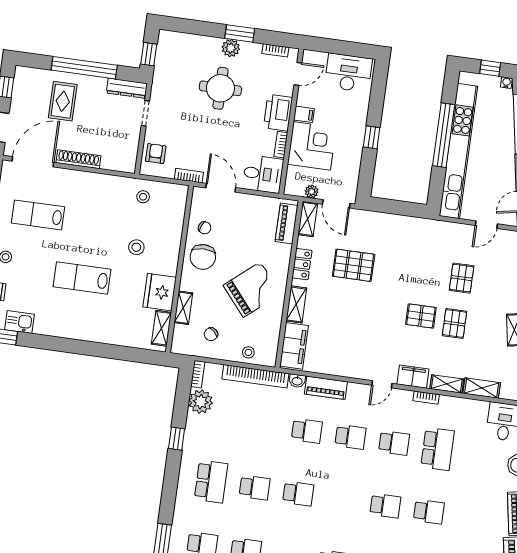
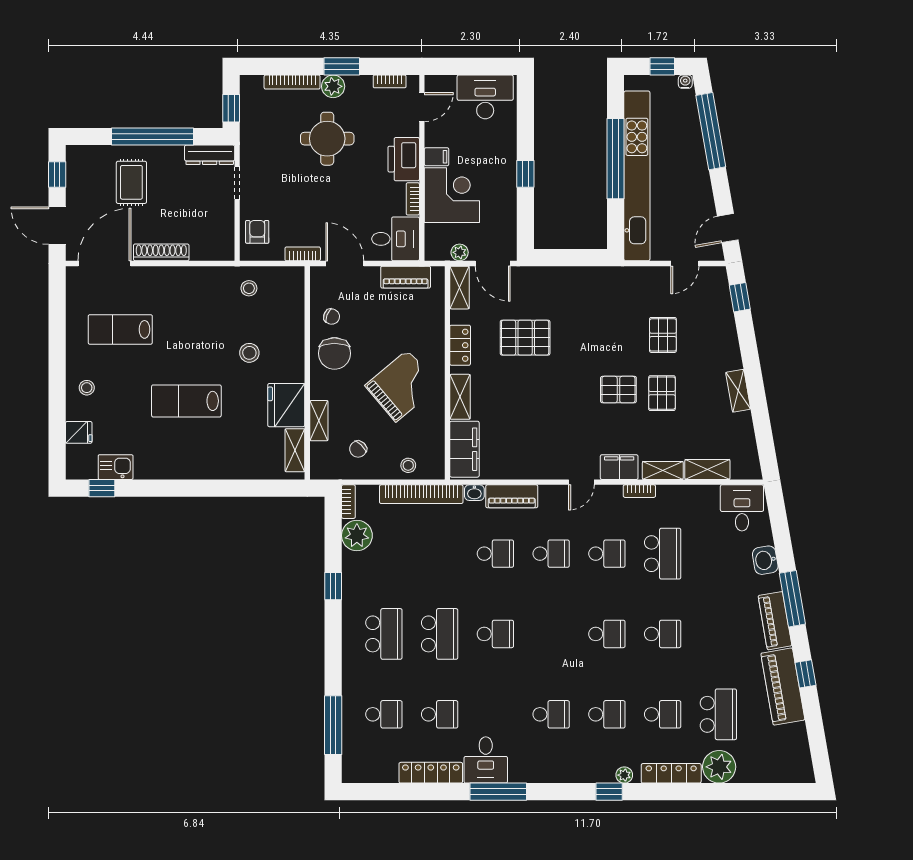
bookcase: (199, 40) -> (292, 82), added
piano: (287, 223) -> (406, 277), moved, turned -90
school desk: (255, 488) -> (440, 634), width x1.85

